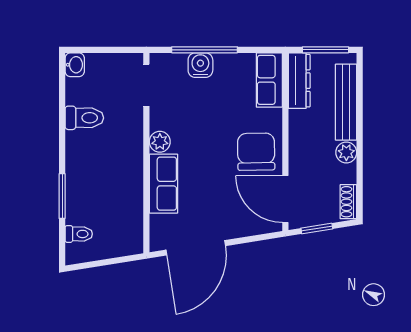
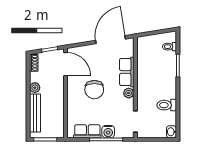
row of seats: (269, 80) -> (87, 131), moved, turned -90
dresser: (299, 81) -> (59, 124), removed
chair: (256, 152) -> (94, 90), moved

